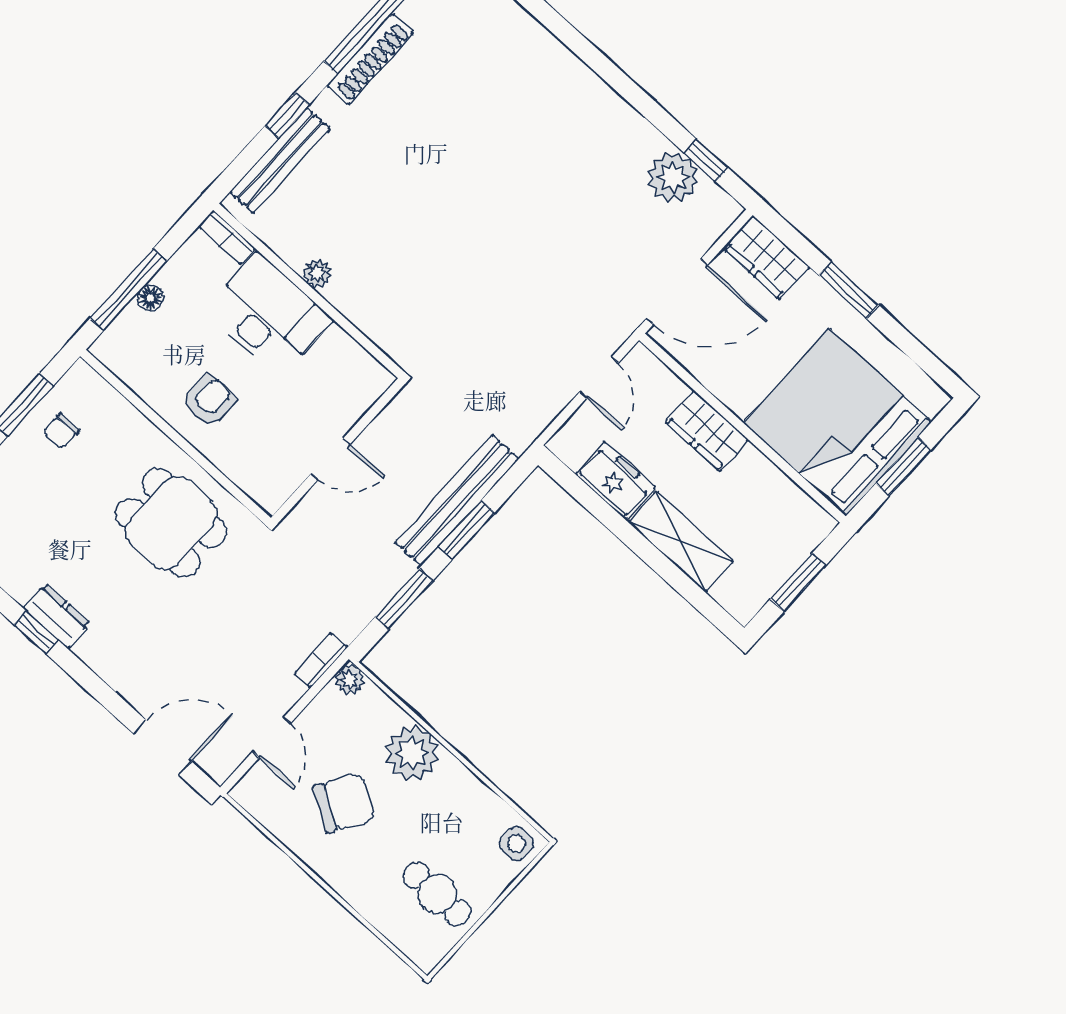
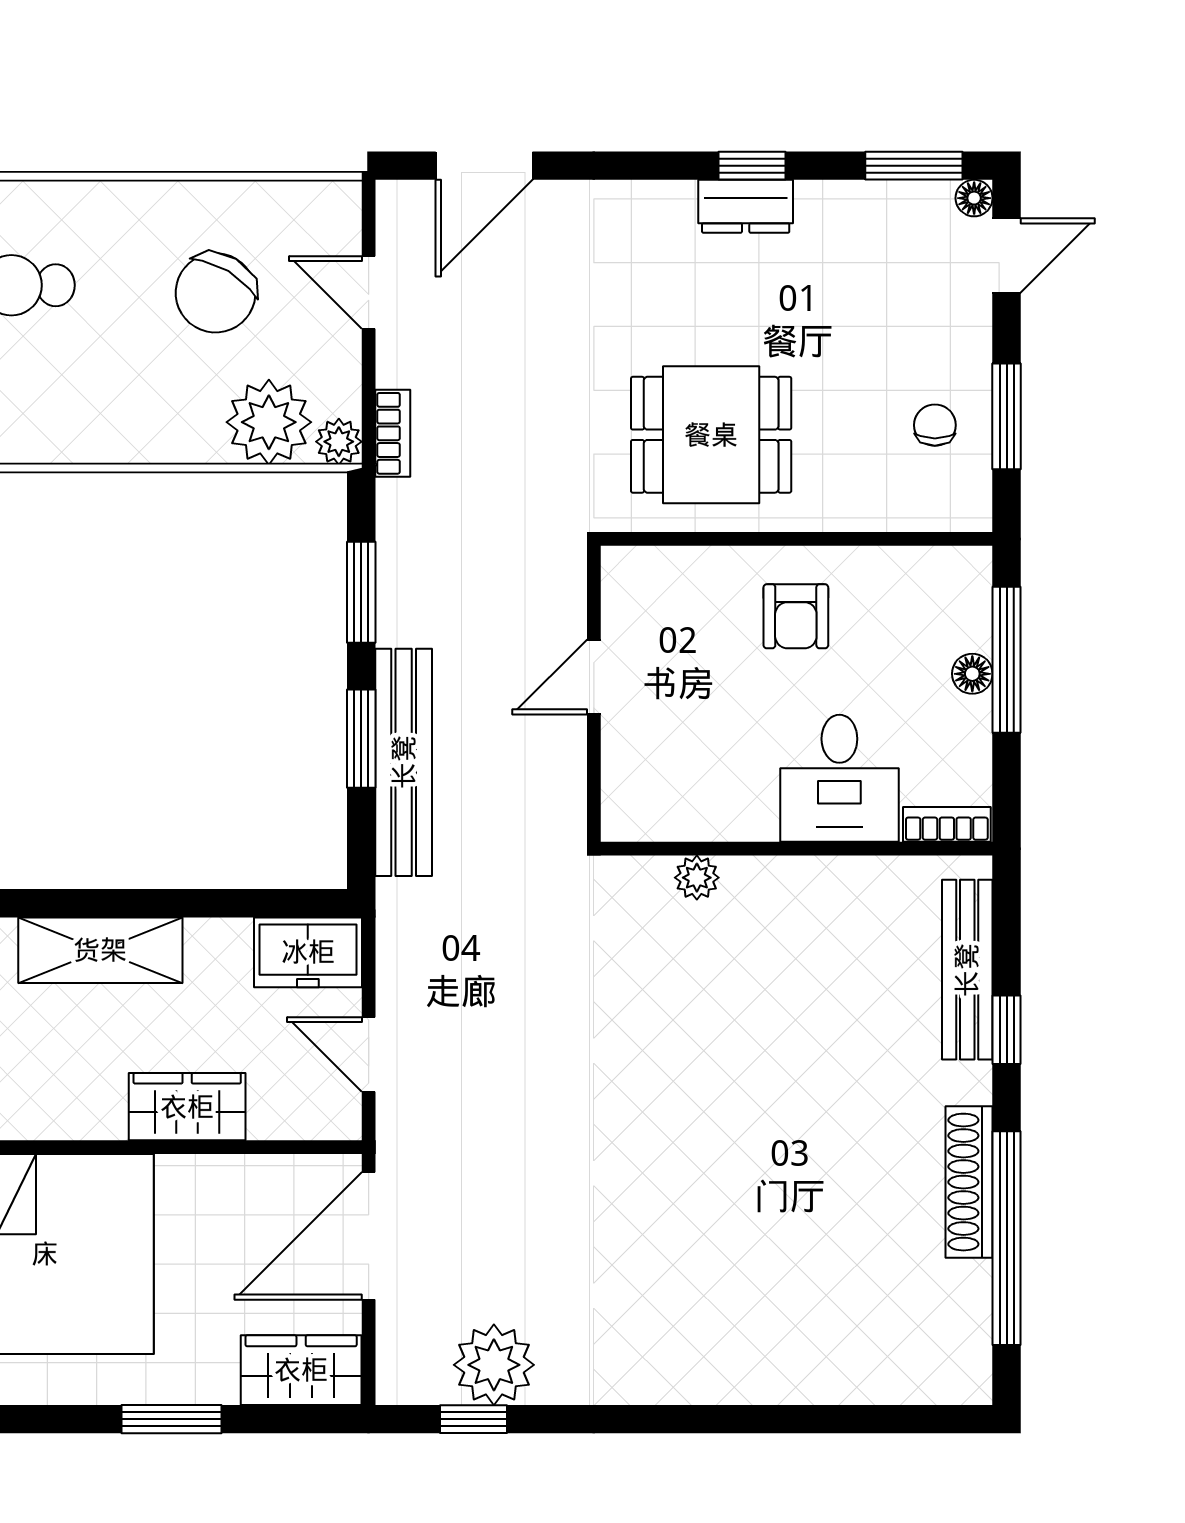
plant: (317, 273) -> (697, 878), moved
desk: (268, 315) -> (839, 778), width x0.73
freezer: (615, 481) -> (308, 952), moved
plant: (412, 753) -> (269, 422), moved

